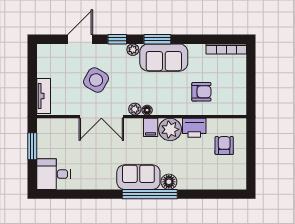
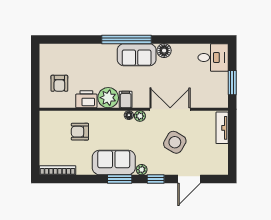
floor lamp: (169, 182) -> (164, 51), moved

